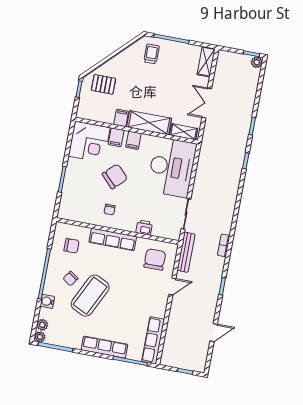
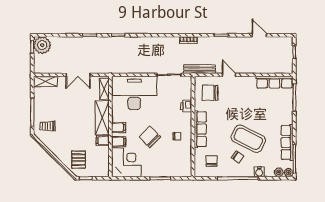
plant: (257, 62) -> (42, 45), width x1.88, depth x1.88
row of seats: (104, 347) -> (287, 142), moved

